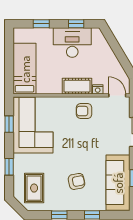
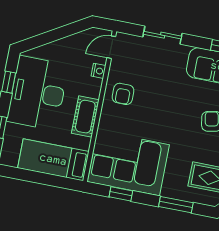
desk: (72, 43) -> (38, 93), width x1.36, depth x1.30
cot: (77, 86) -> (85, 117), moved
window: (9, 167) -> (176, 205), width x1.50

